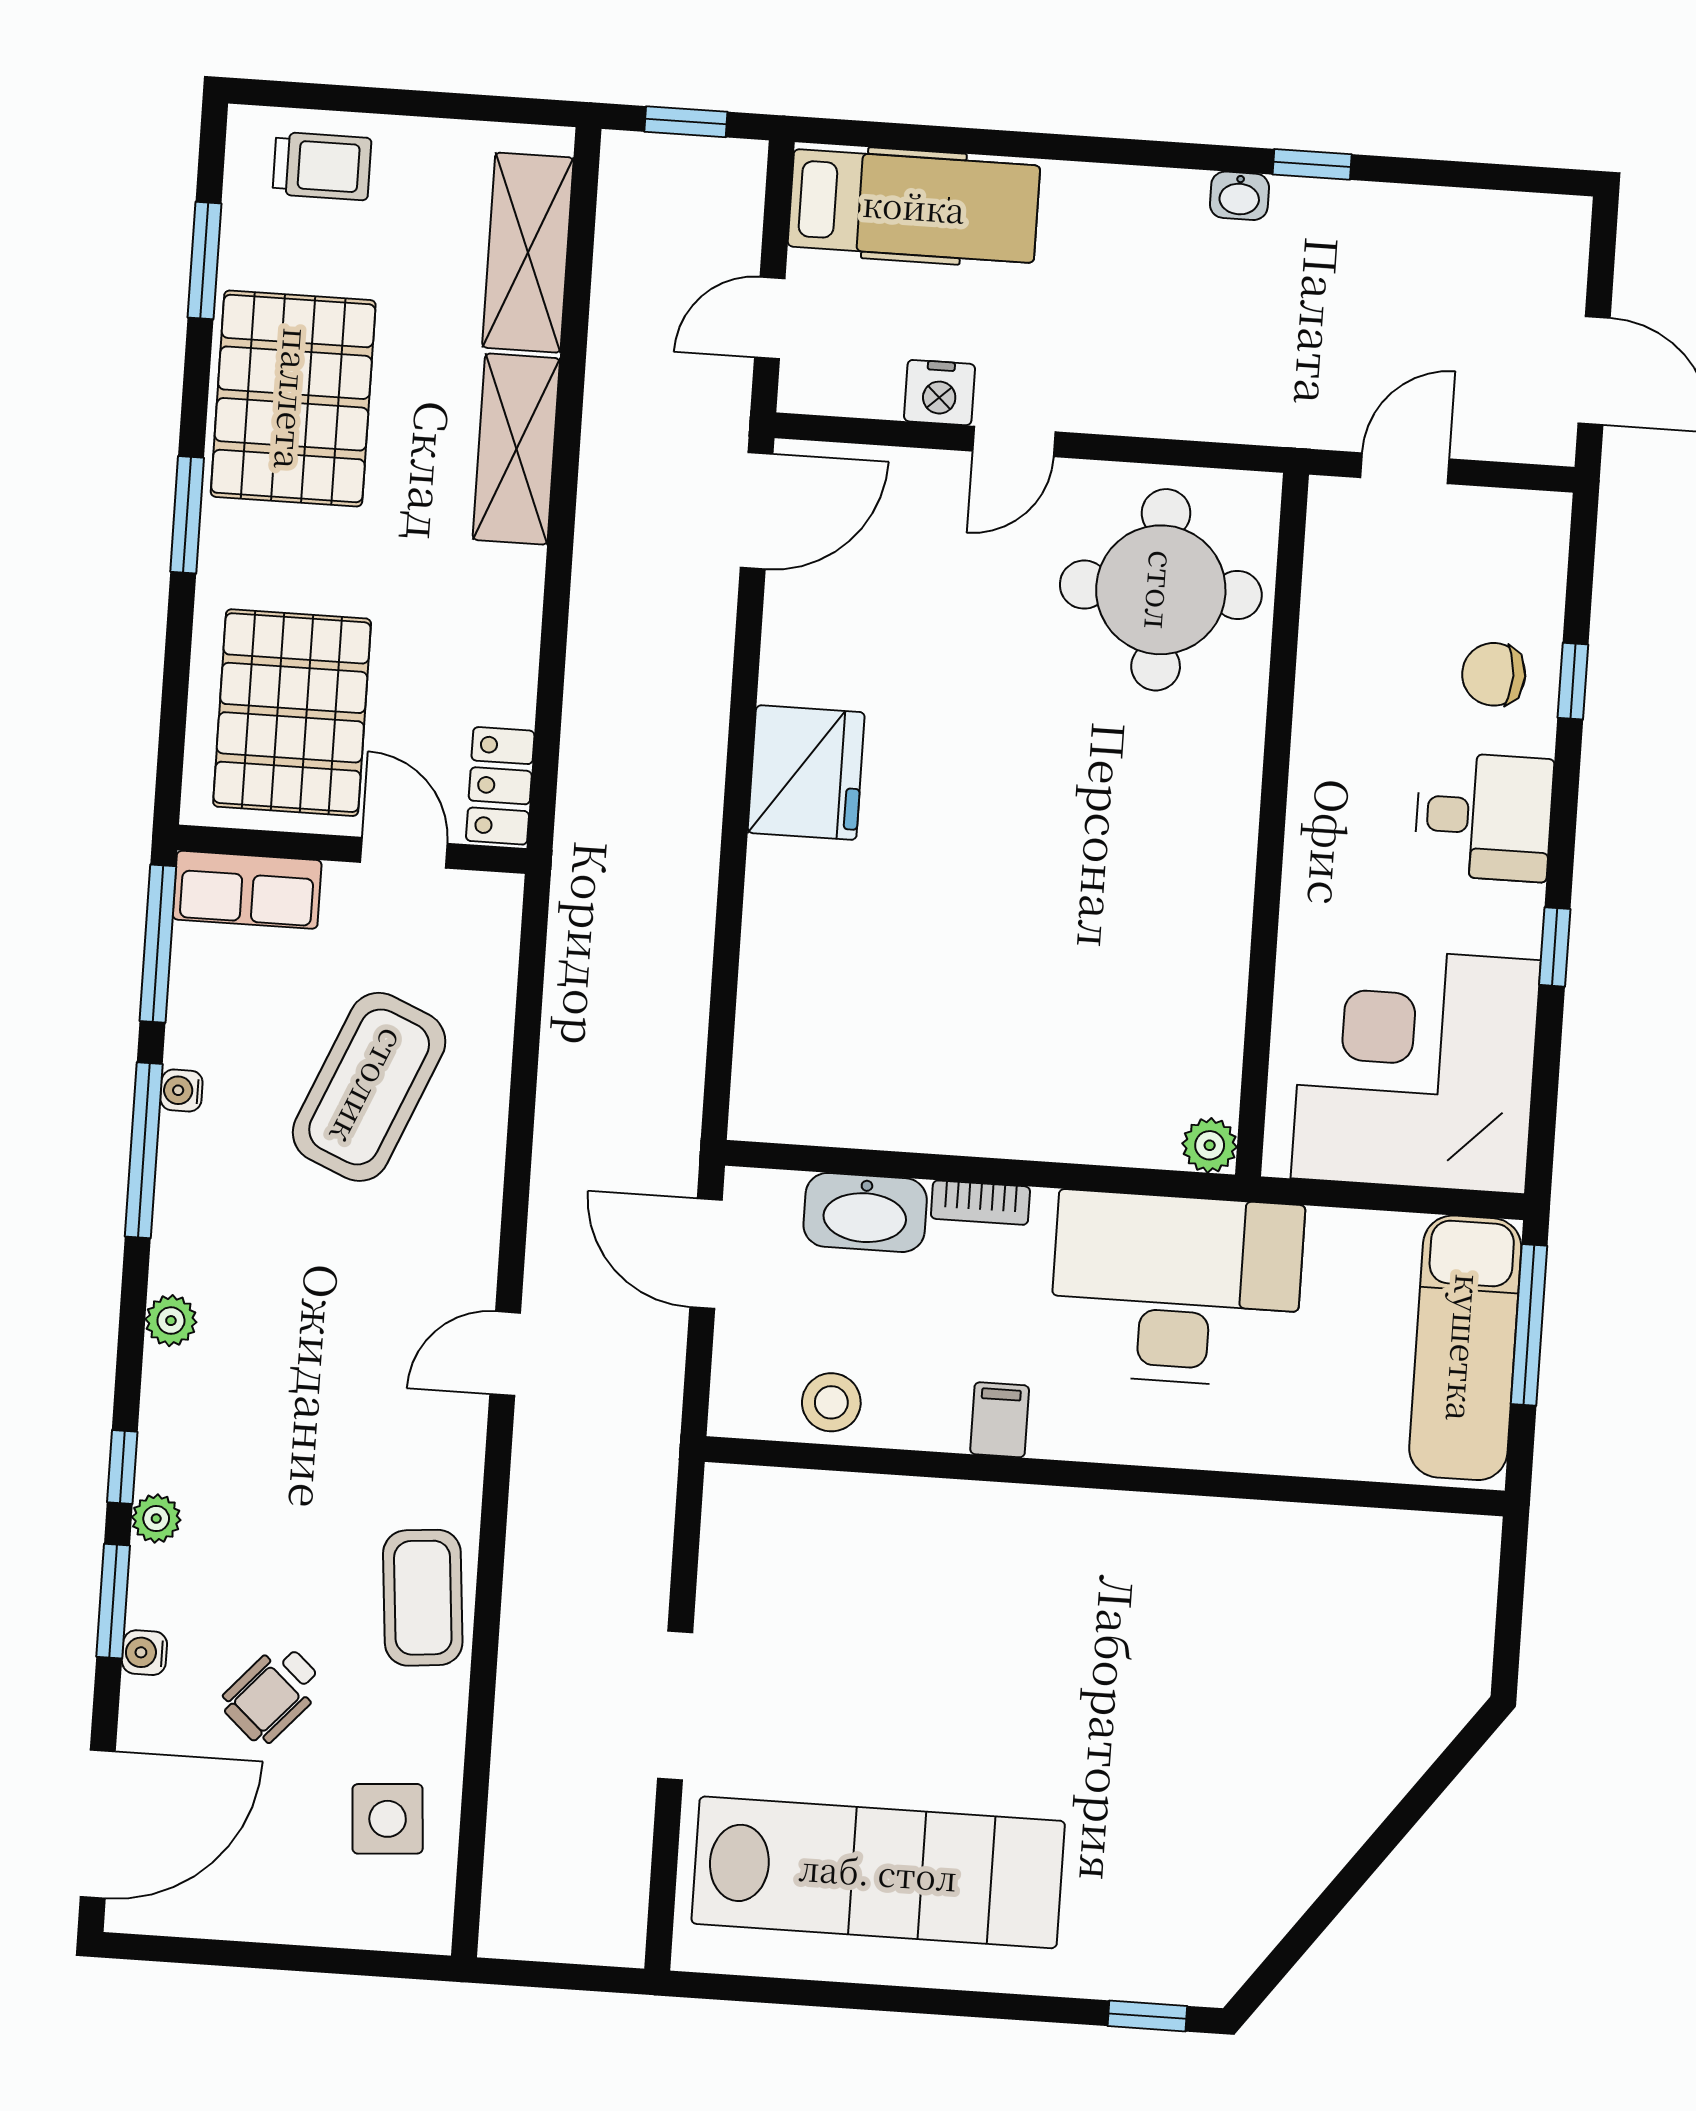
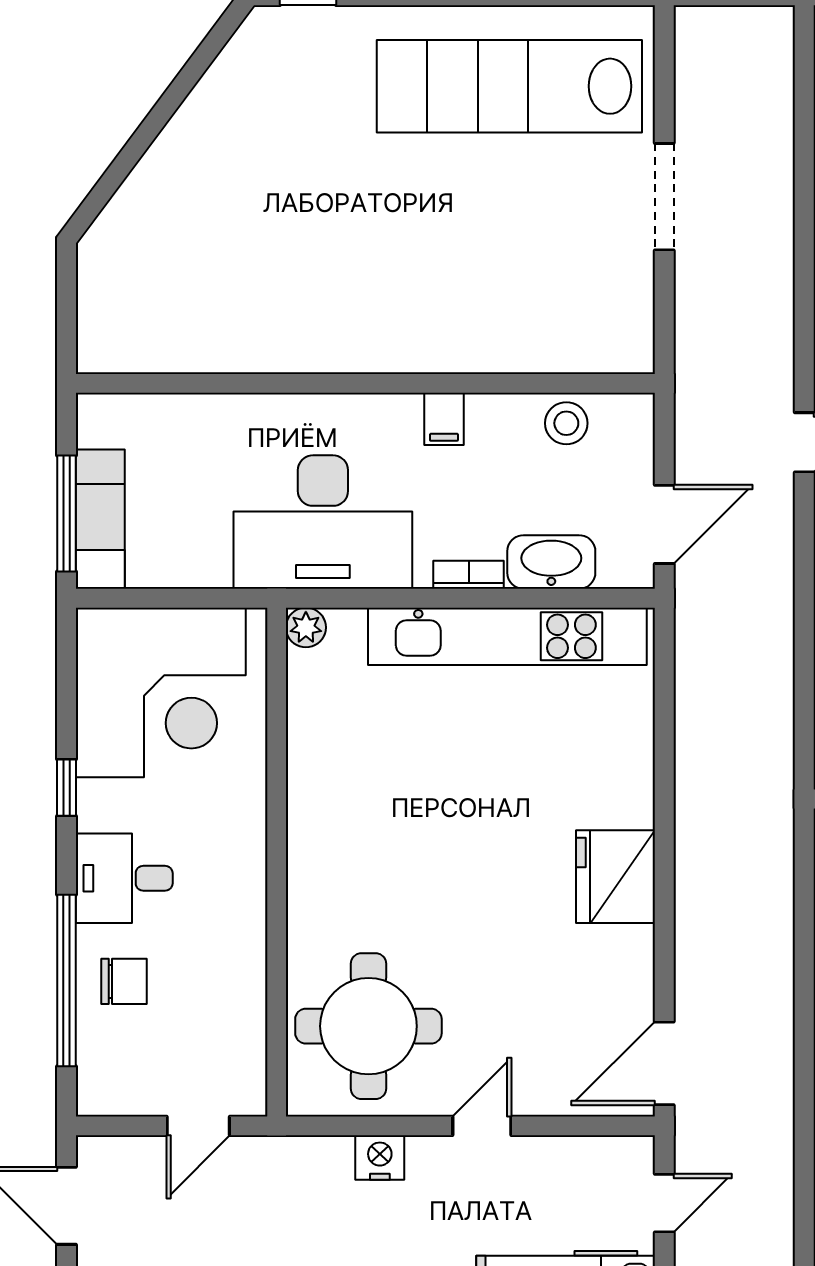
nightstand: (940, 393) -> (380, 1158), moved
window: (1573, 681) -> (66, 980), width x3.17
kitchen unit: (933, 1114) -> (507, 636), added
door: (706, 1254) -> (664, 524), hinge flipped
exam couch: (1465, 1348) -> (100, 519), width x0.73, depth x0.69

